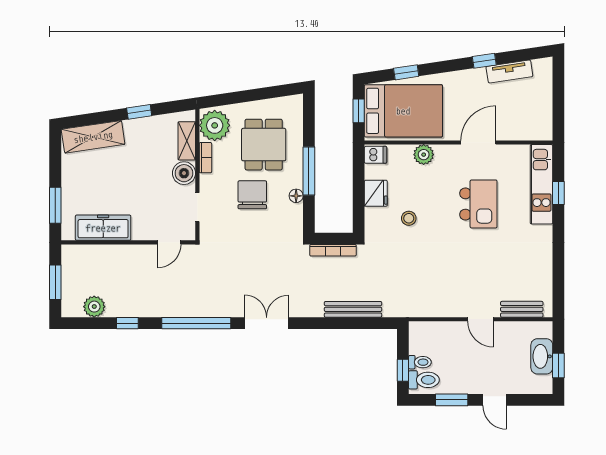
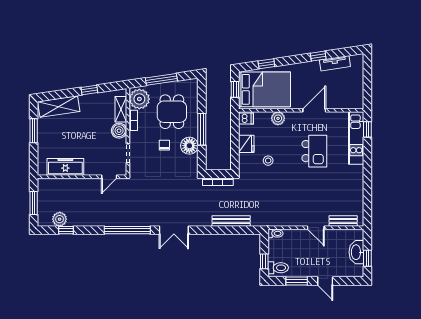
window: (248, 96) -> (161, 79), added
window: (558, 193) -> (367, 129), moved
chair: (252, 195) -> (164, 145), width x0.54, depth x0.54
floor lamp: (296, 196) -> (189, 146), width x1.89, depth x1.89
window: (55, 205) -> (34, 131), moved
window: (127, 323) -> (66, 230), moved
double door: (267, 323) -> (174, 230), swing flipped
toilet: (420, 362) -> (276, 233), moved

